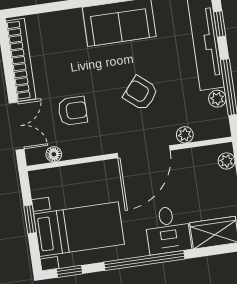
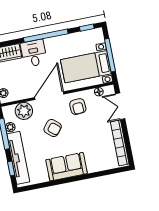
armchair: (73, 111) -> (78, 107), moved, turned -94
plant: (185, 135) -> (24, 111), width x1.87, depth x1.87
window: (30, 219) -> (110, 55), width x2.17
bed with nightstands: (79, 229) -> (86, 67), moved

